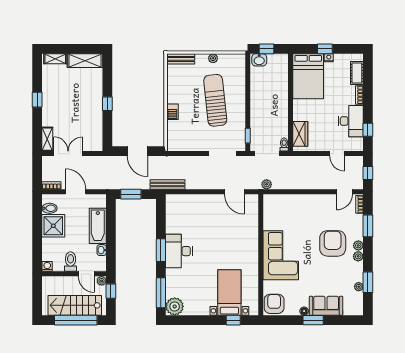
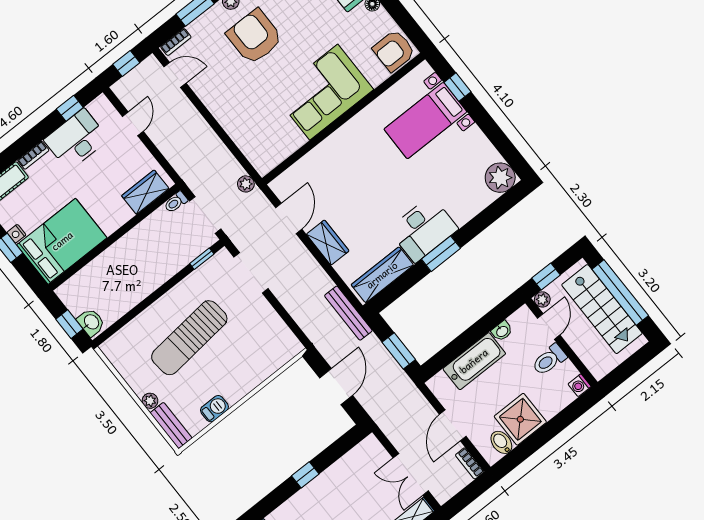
plant: (213, 58) -> (150, 401), moved
barbecue: (172, 112) -> (214, 409), moved
wardrobe: (208, 201) -> (328, 243), added
wardrobe: (173, 215) -> (382, 275), added
armchair: (333, 243) -> (255, 37), turned 90
window: (161, 293) -> (496, 210), removed

